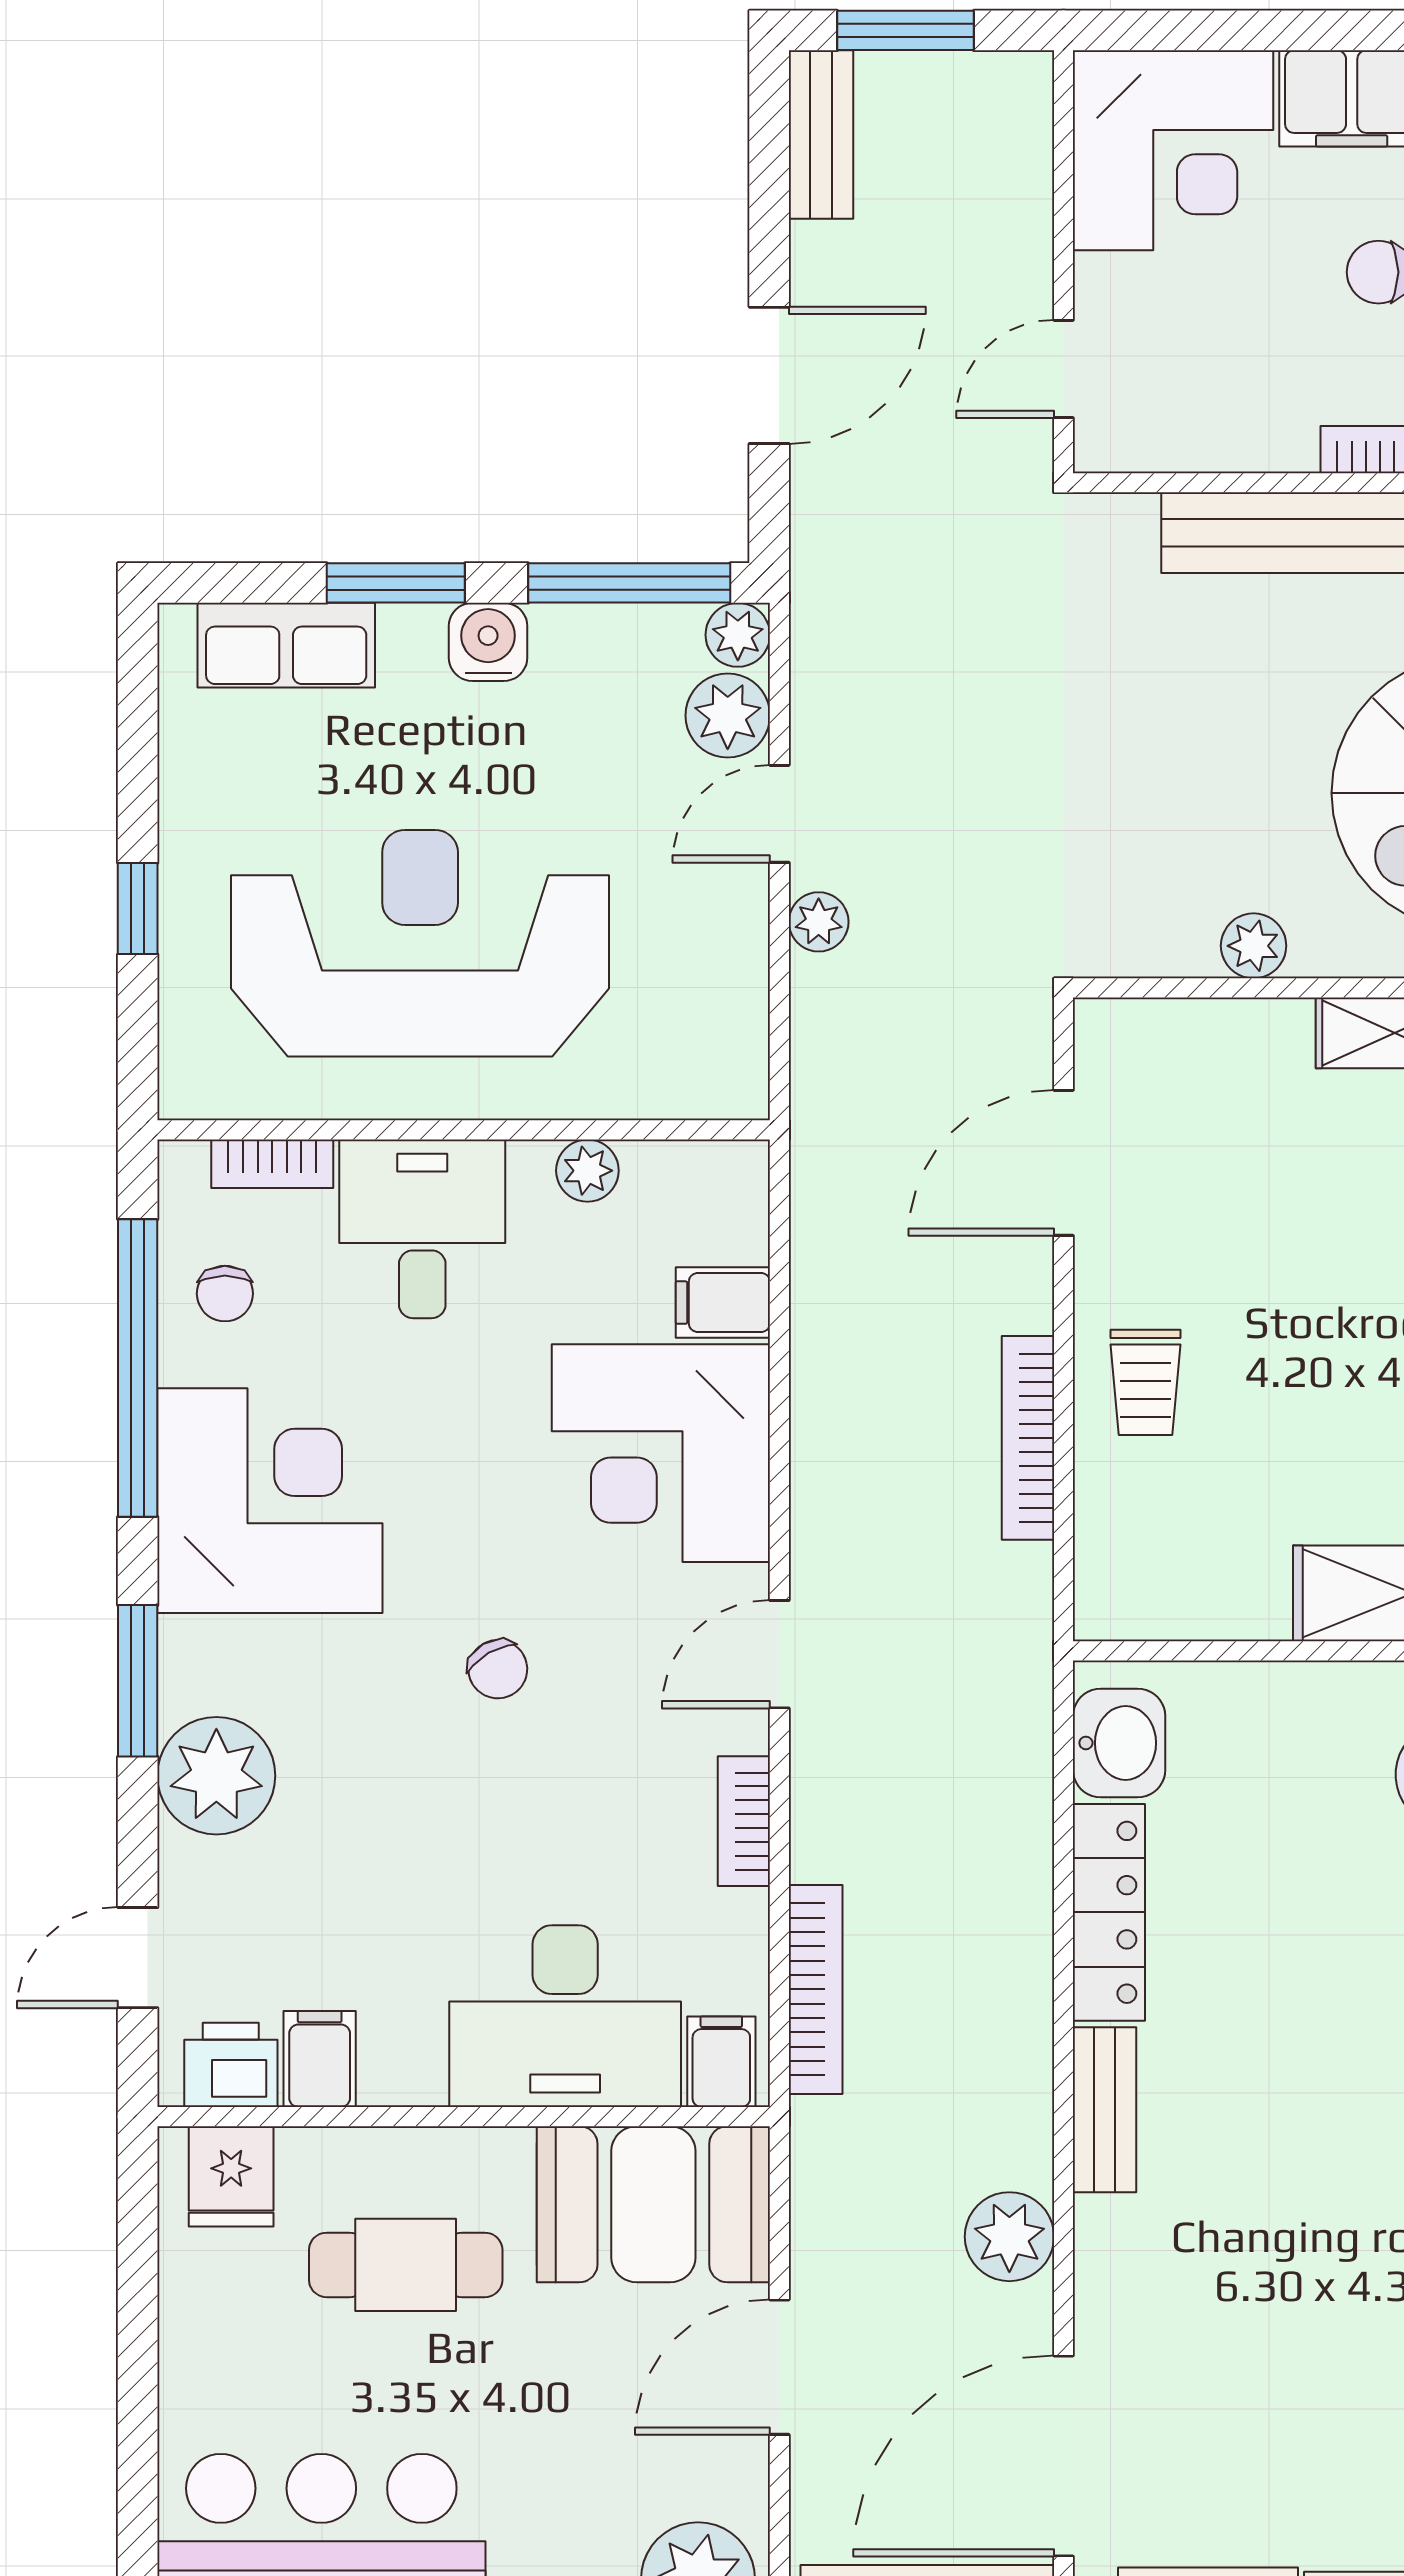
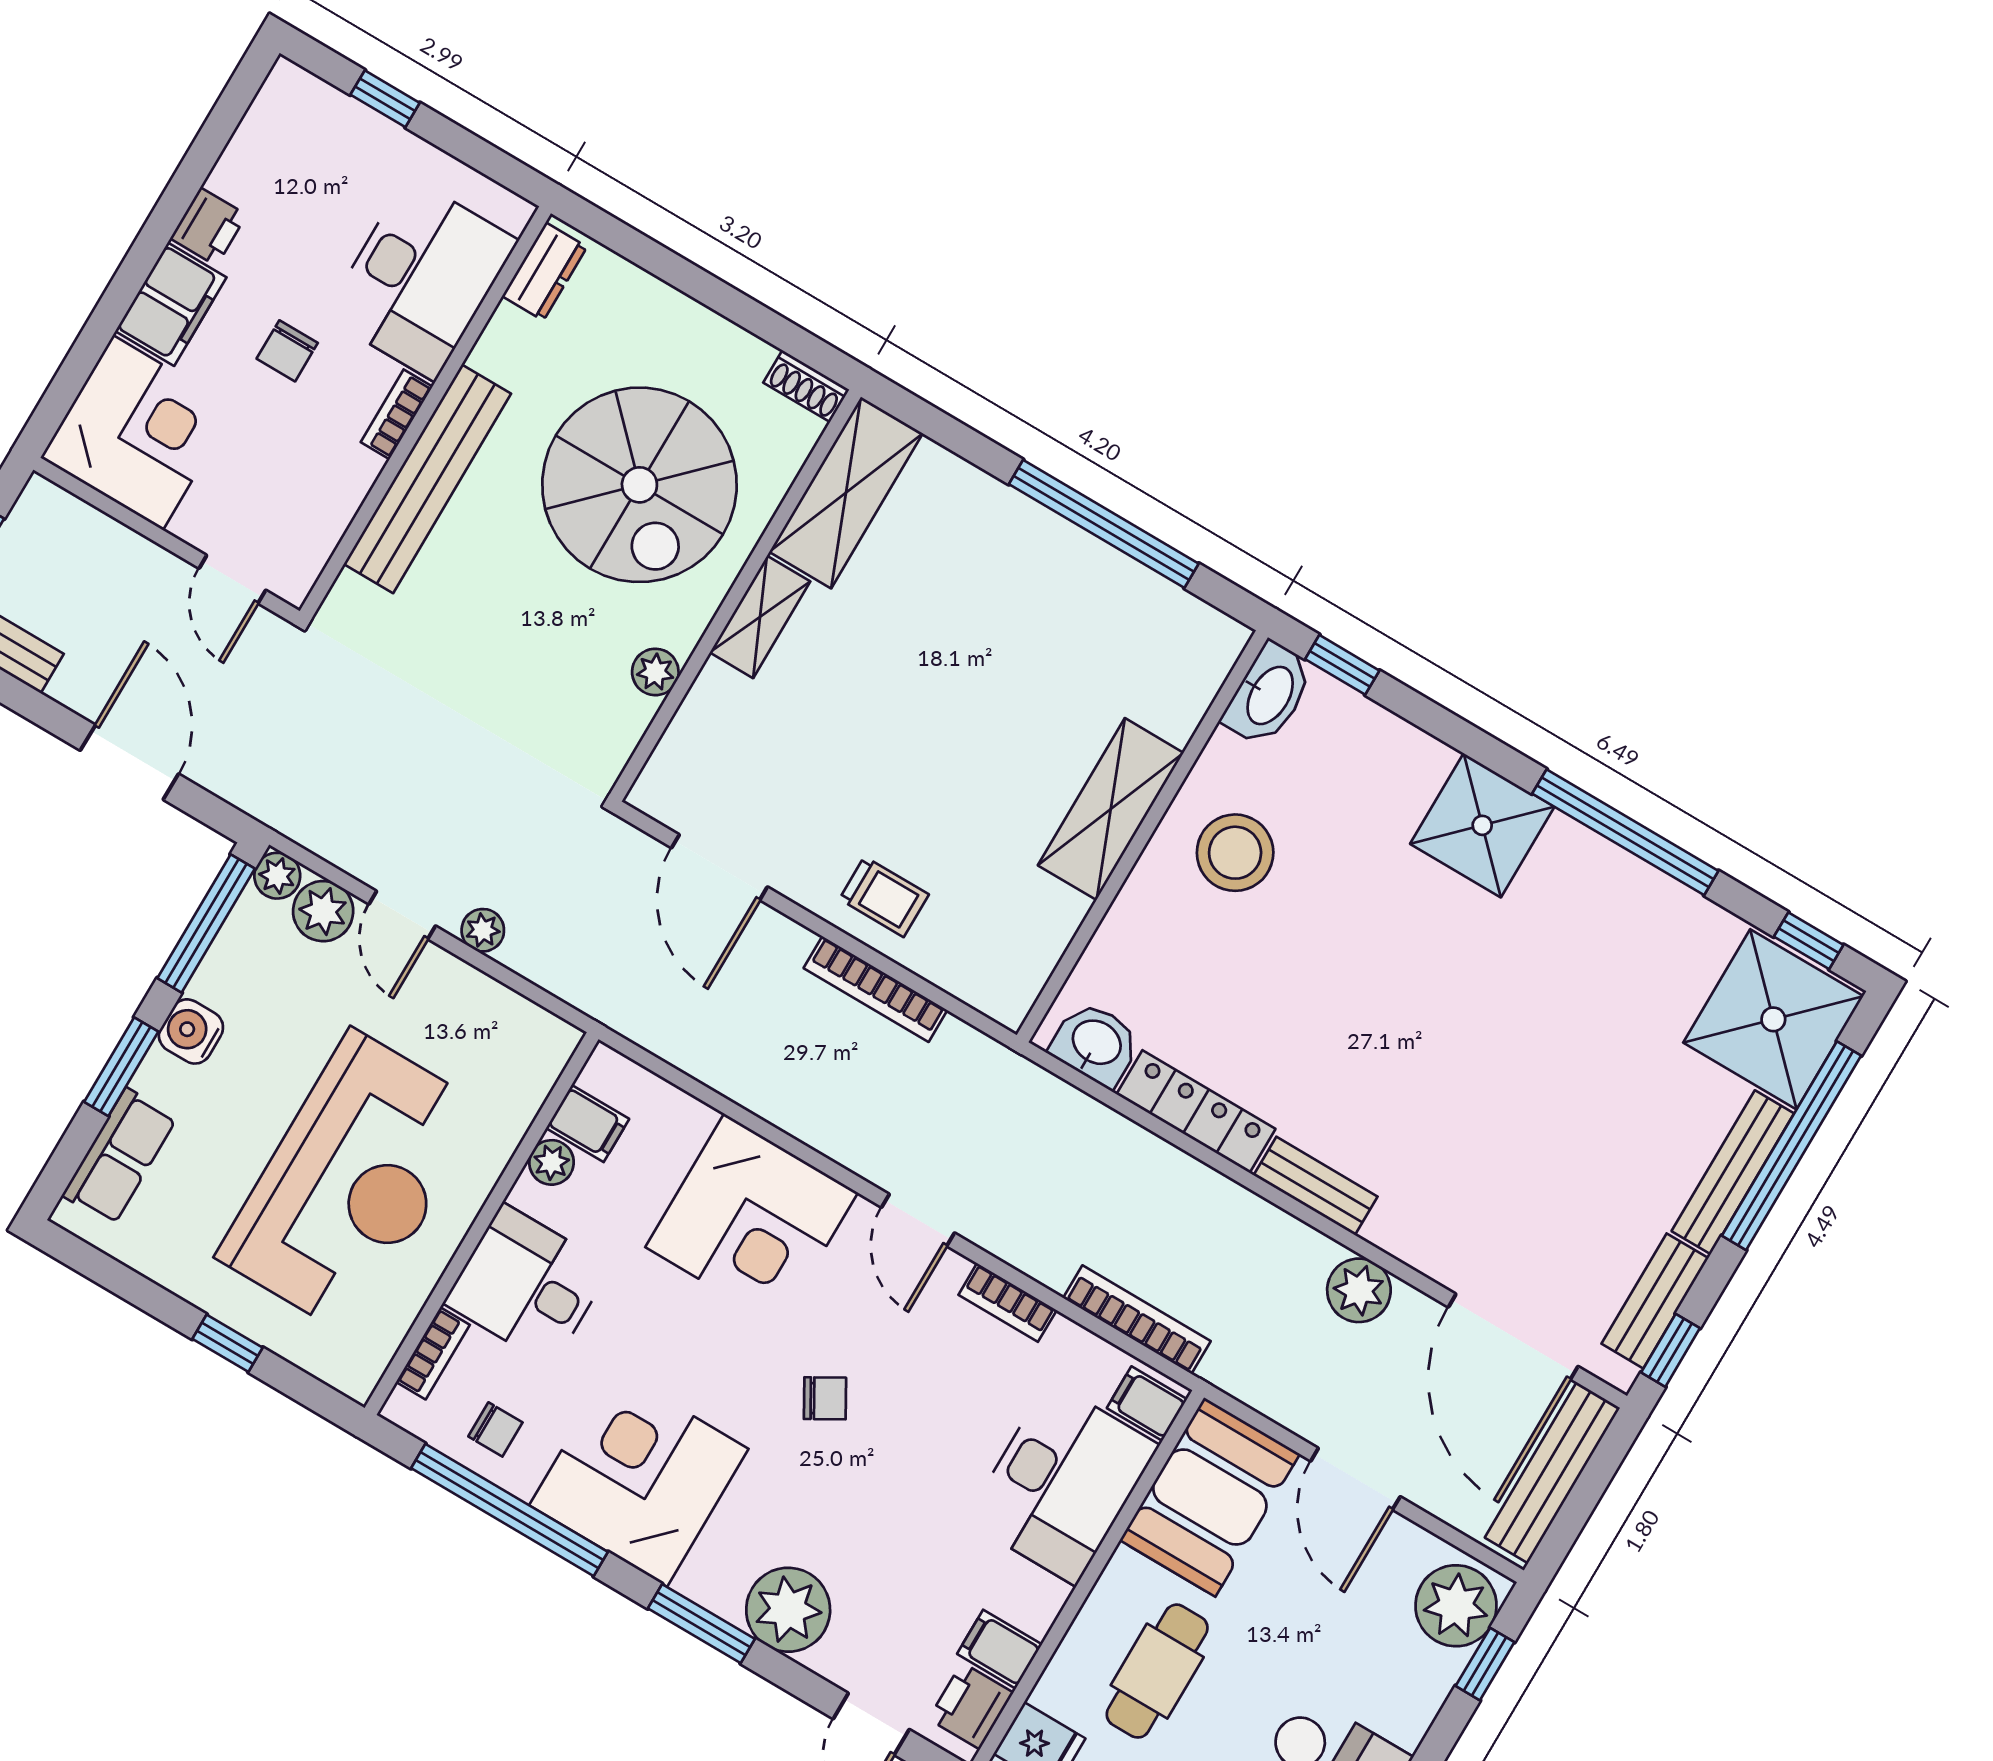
reception desk: (420, 943) -> (351, 1183), turned 180
filing cabinet: (723, 1303) -> (588, 1123), moved, turned -90

